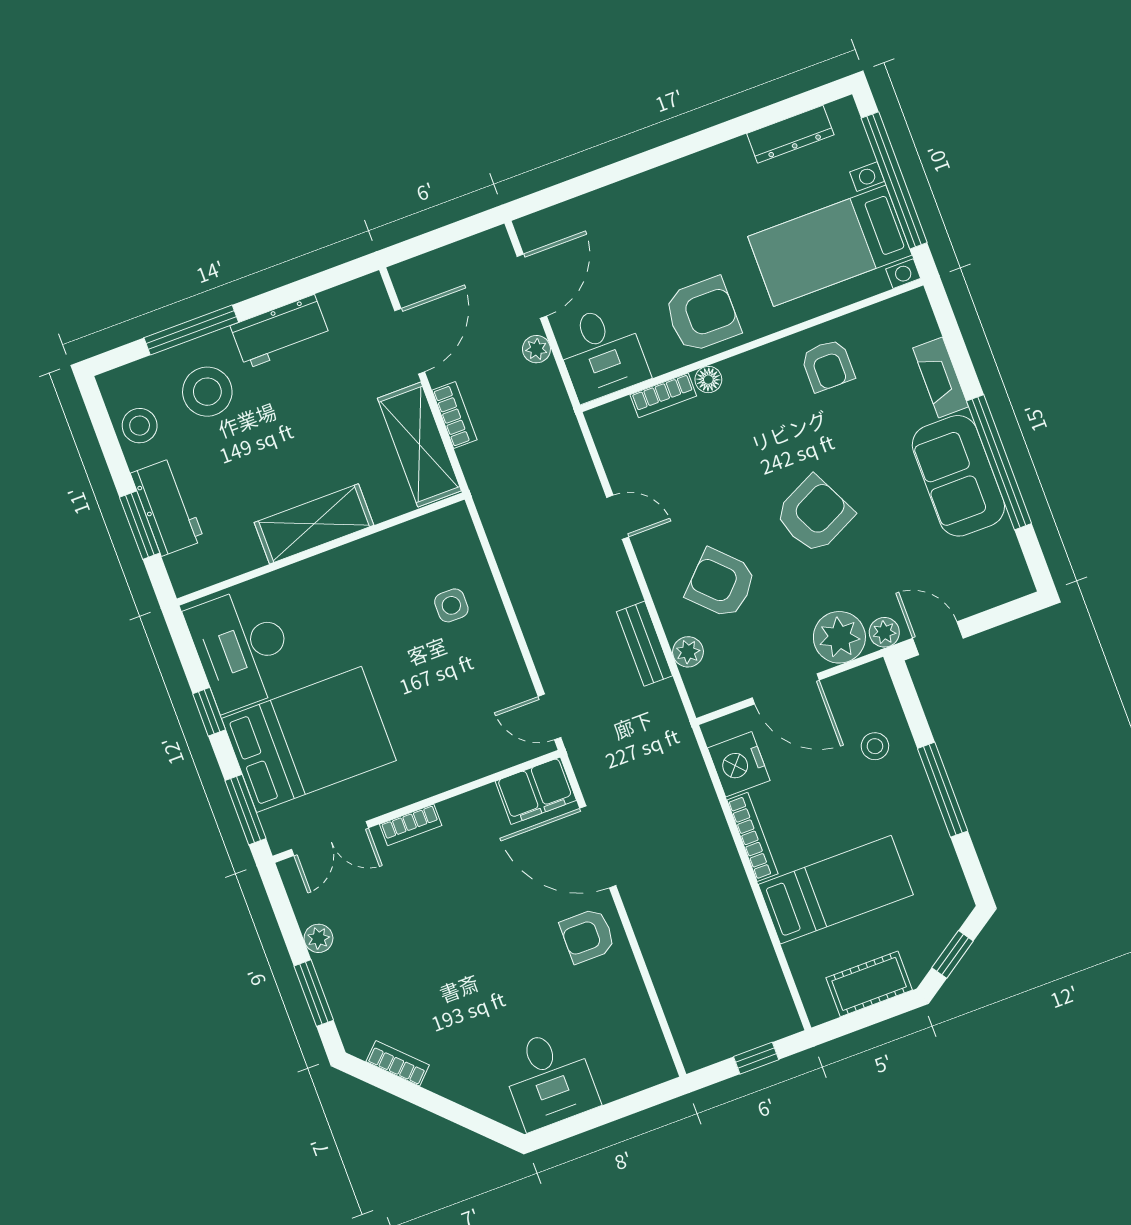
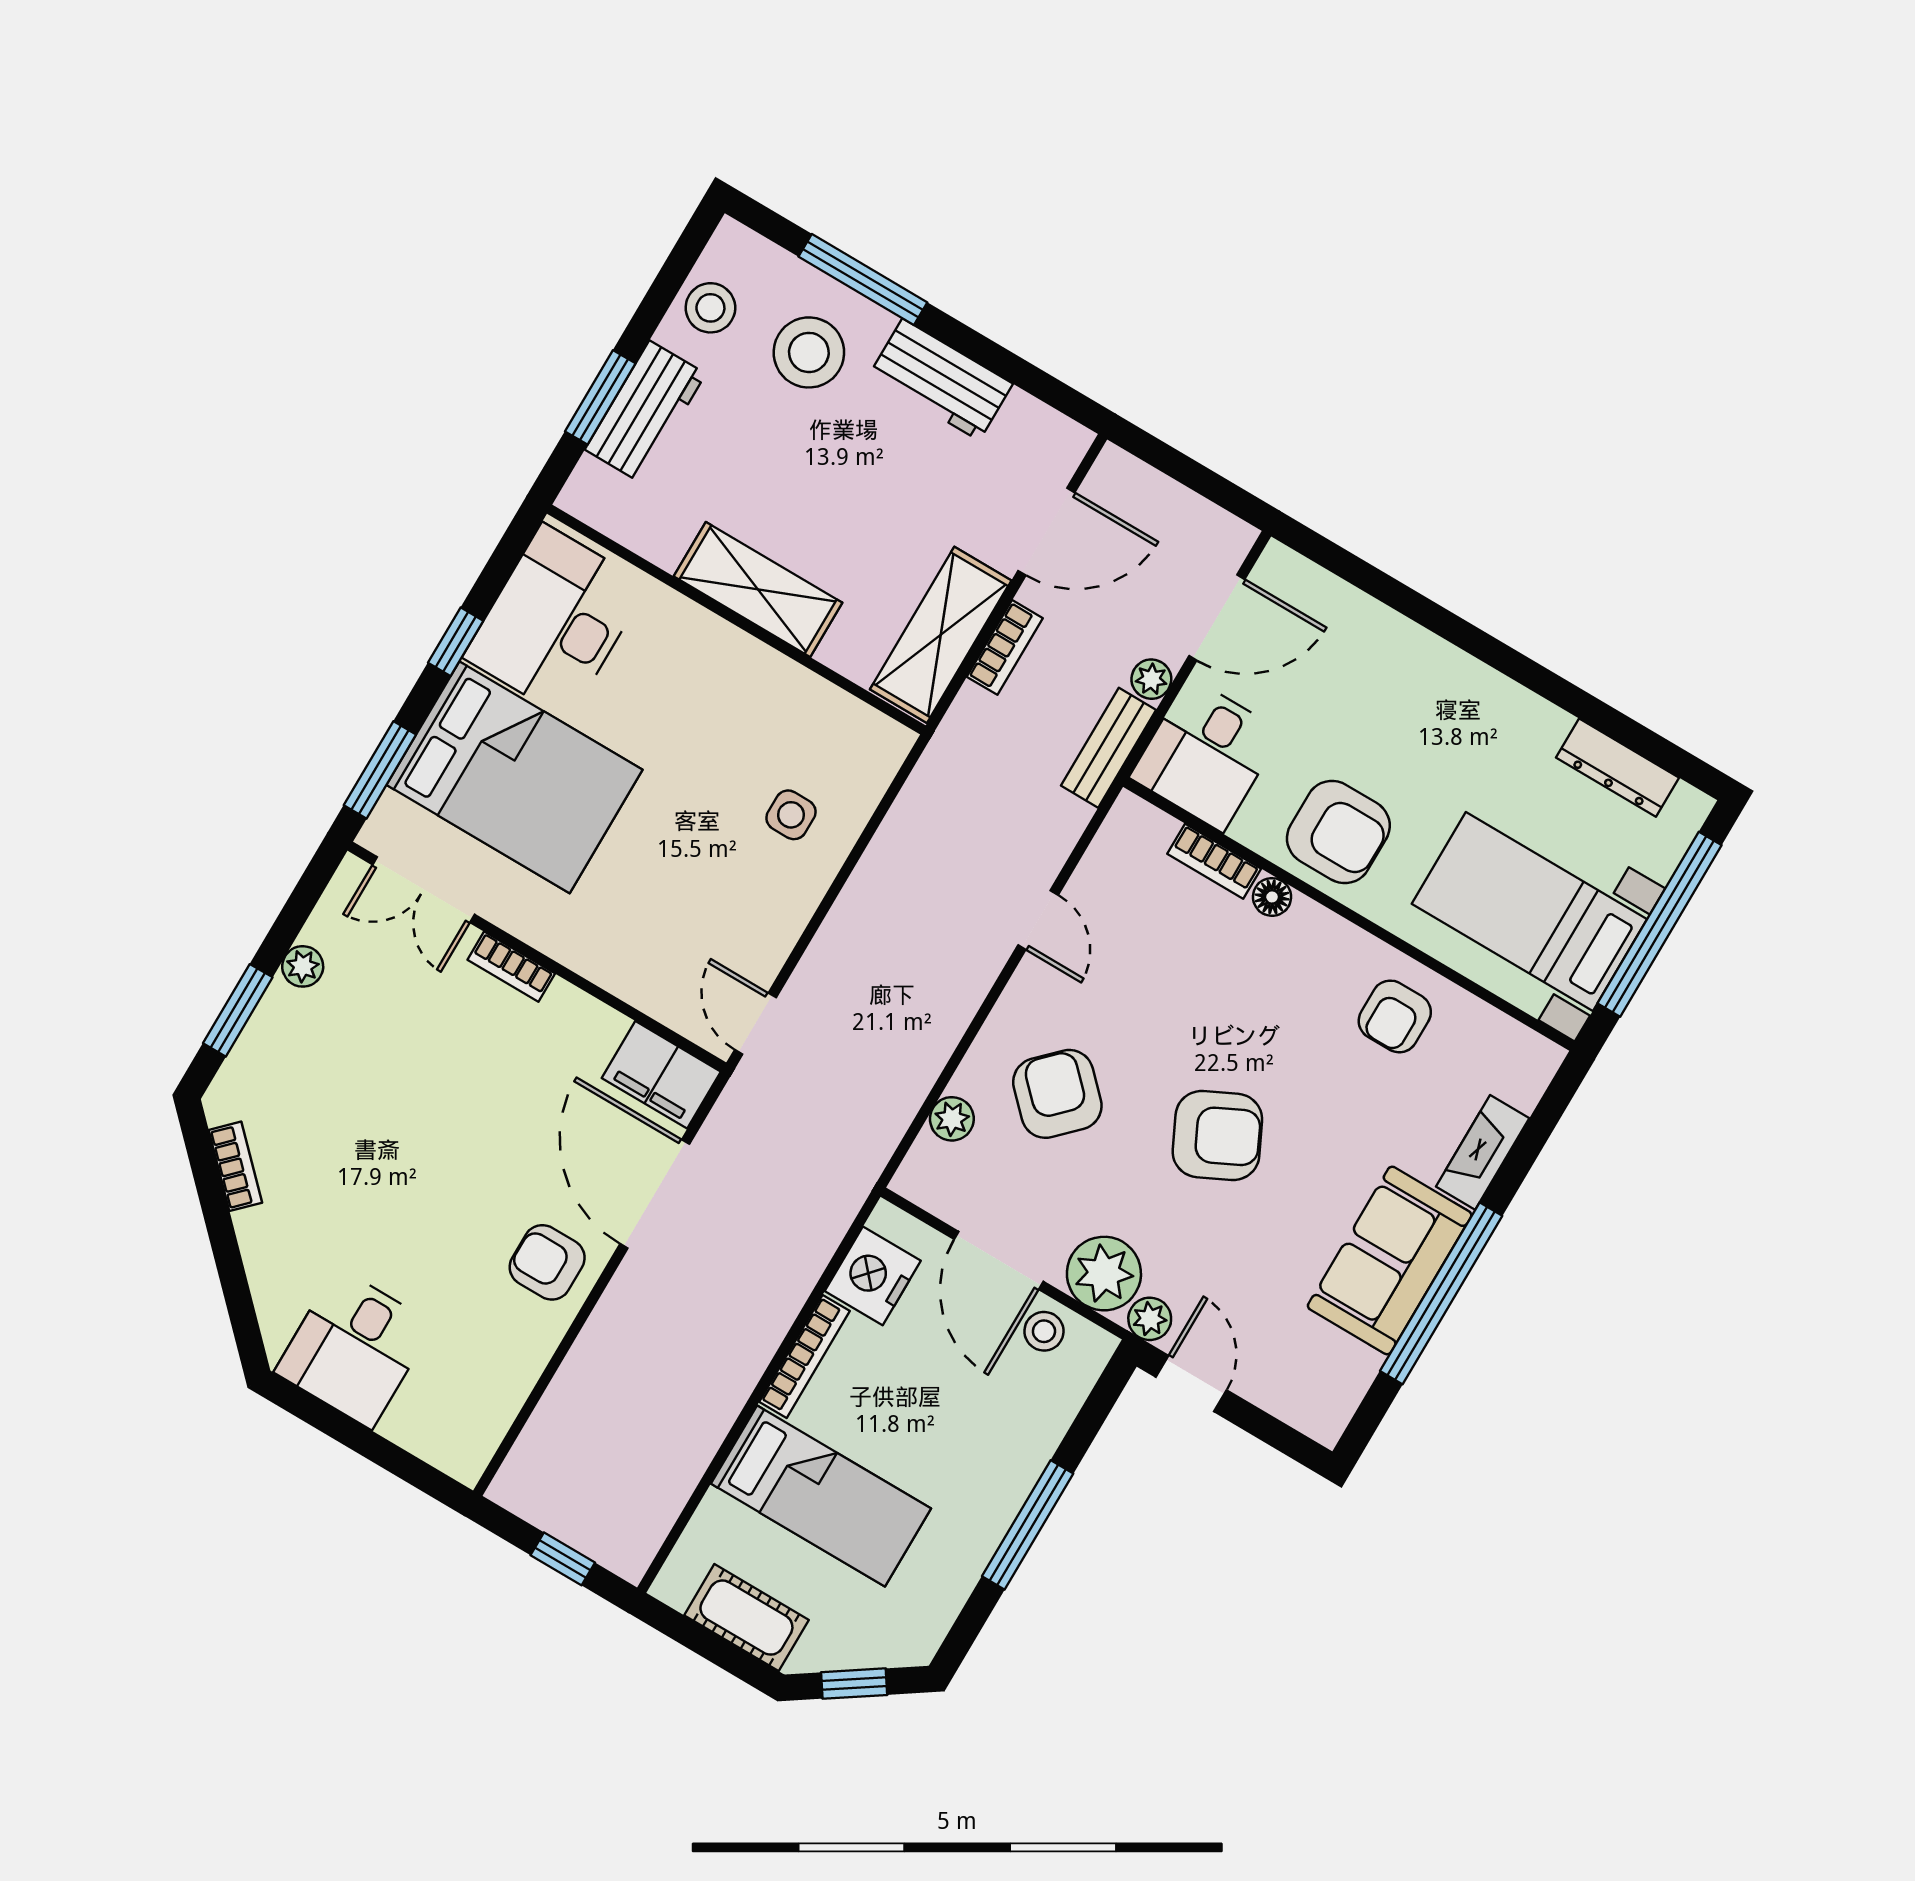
bench: (644, 644) -> (1108, 748), moved
stool: (875, 746) -> (1044, 1331), moved

